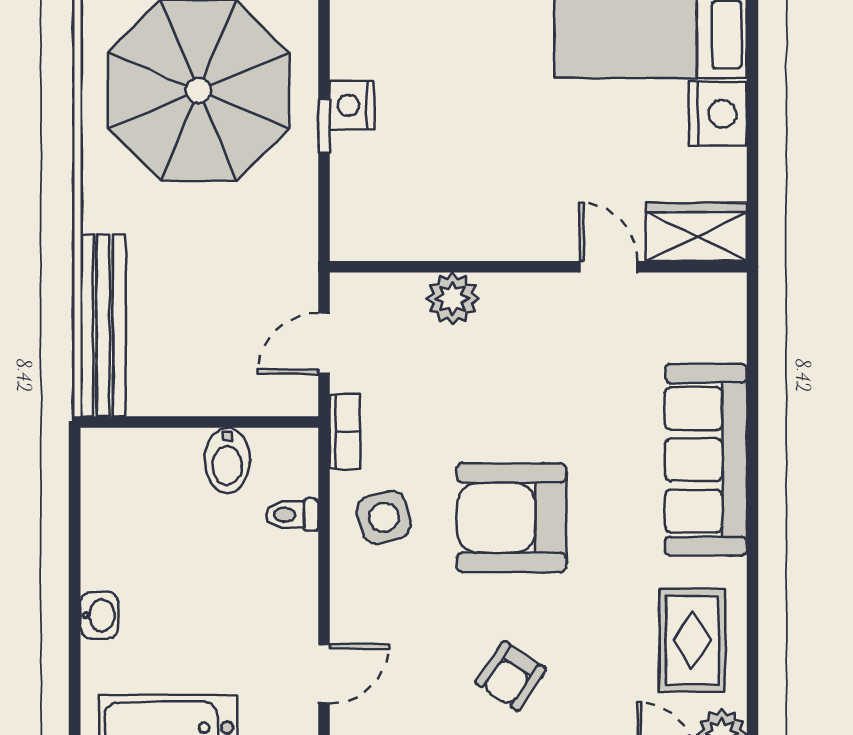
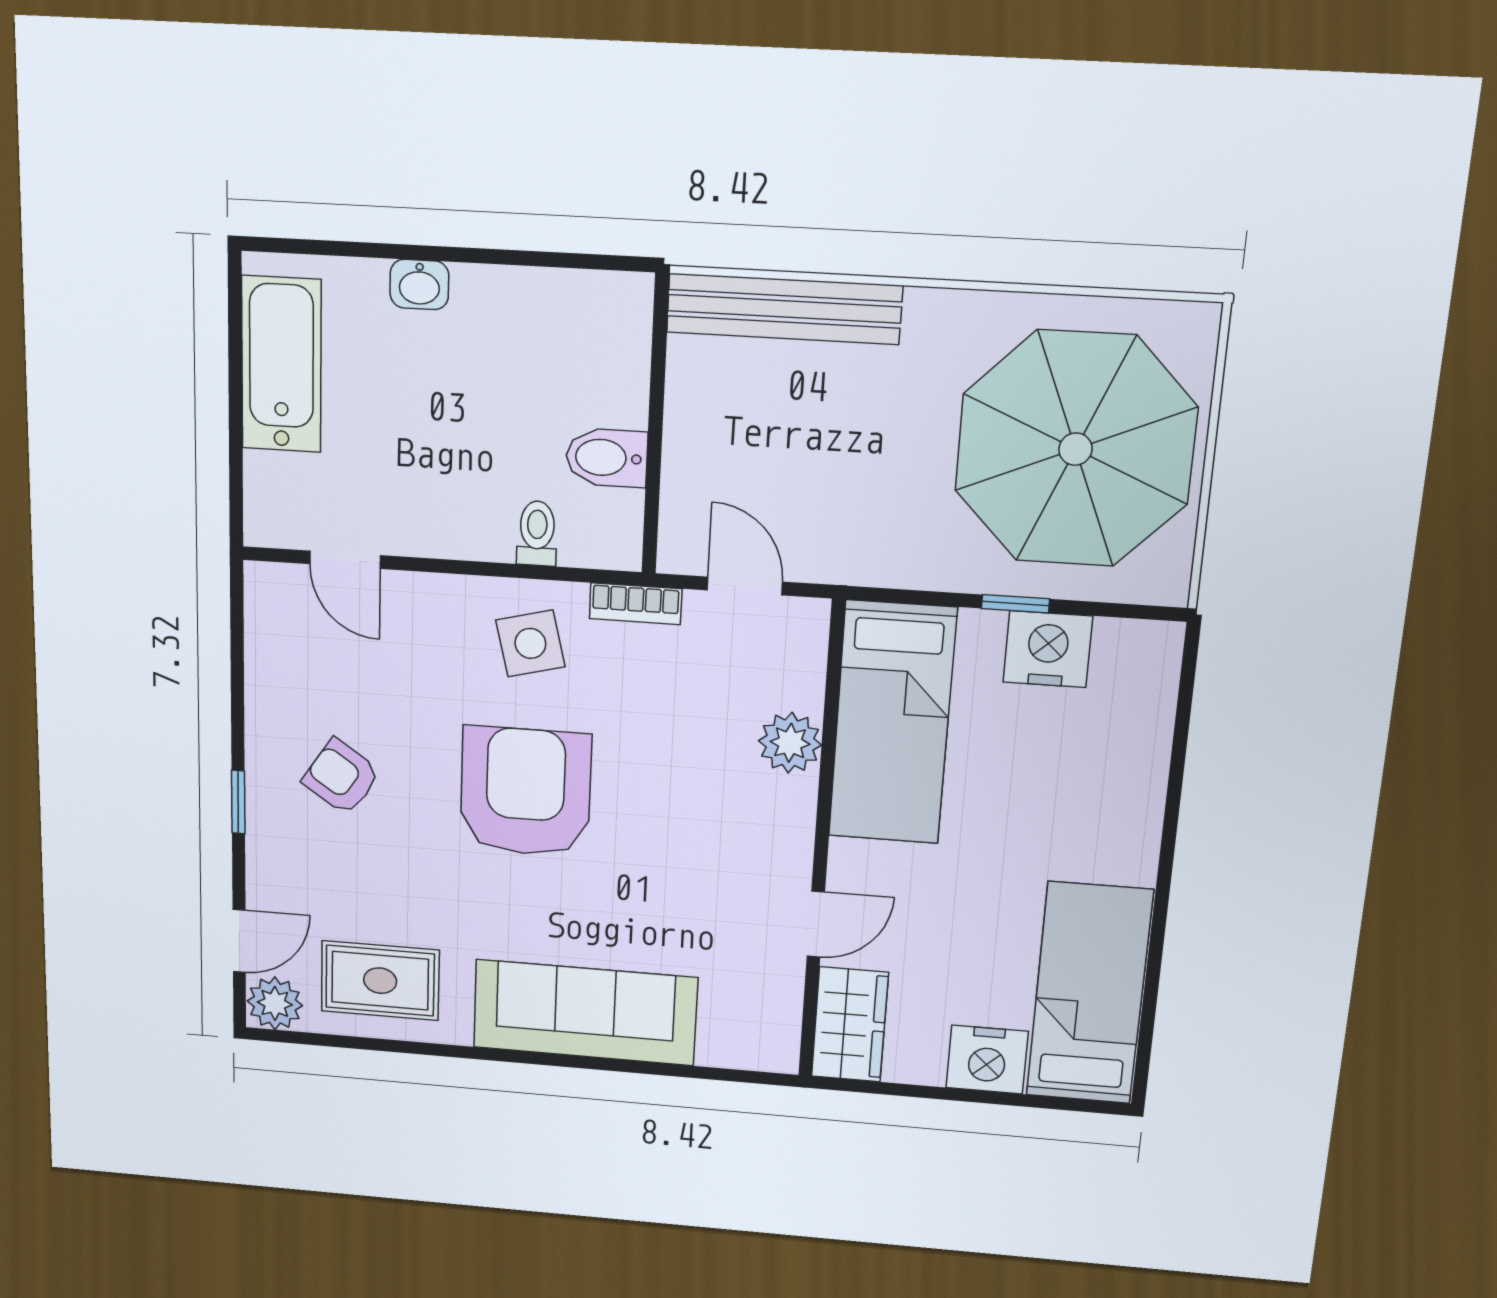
nightstand: (352, 105) -> (1048, 649), width x1.36, depth x1.33
bed: (430, 216) -> (892, 723), added

